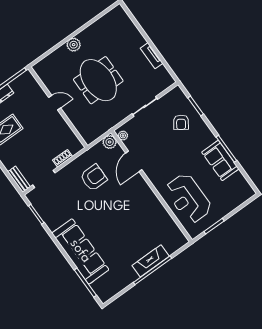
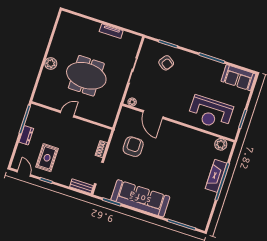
plant: (110, 142) -> (221, 144), moved
sofa: (220, 161) -> (238, 78), moved
sofa: (80, 251) -> (140, 198), moved

